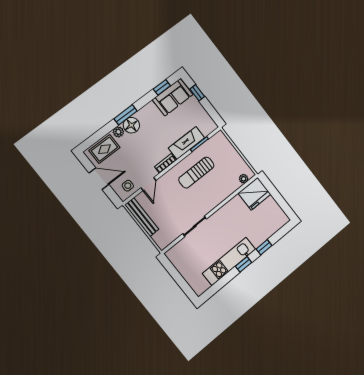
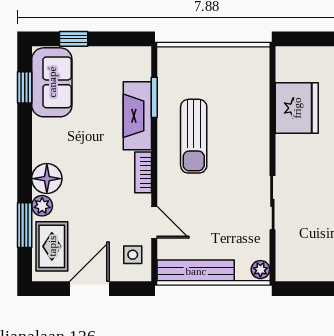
window: (126, 115) -> (25, 225), moved
plant: (244, 179) -> (260, 270), moved
fridge: (254, 194) -> (297, 108), moved

